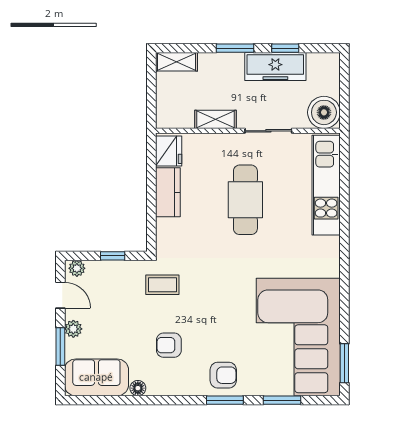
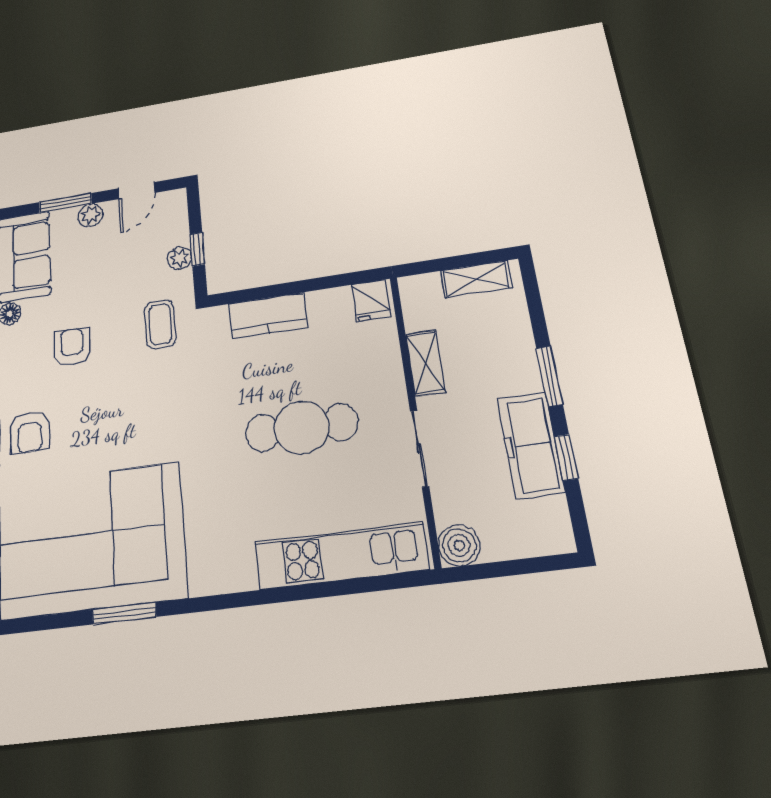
shelving: (177, 62) -> (476, 279), moved, turned 90
boiler: (324, 112) -> (459, 545), width x0.73, depth x0.73
fridge: (169, 151) -> (371, 301), width x0.72
kitchen counter: (168, 192) -> (268, 316), moved
plant: (77, 268) -> (180, 258), moved
window: (344, 363) -> (124, 613), moved

